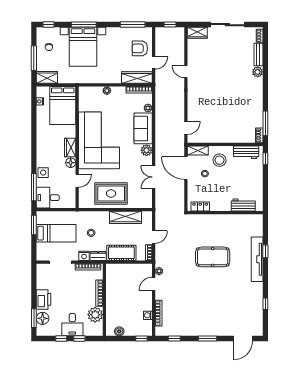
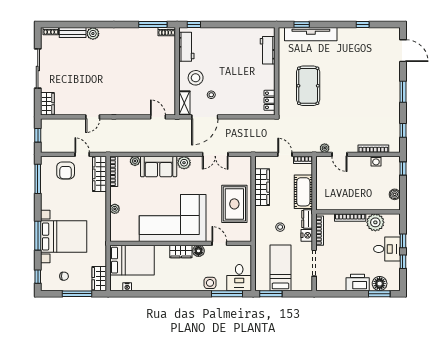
workbench: (243, 205) -> (268, 50), moved
locker: (200, 207) -> (269, 100), moved
wall: (225, 213) -> (277, 71), moved

